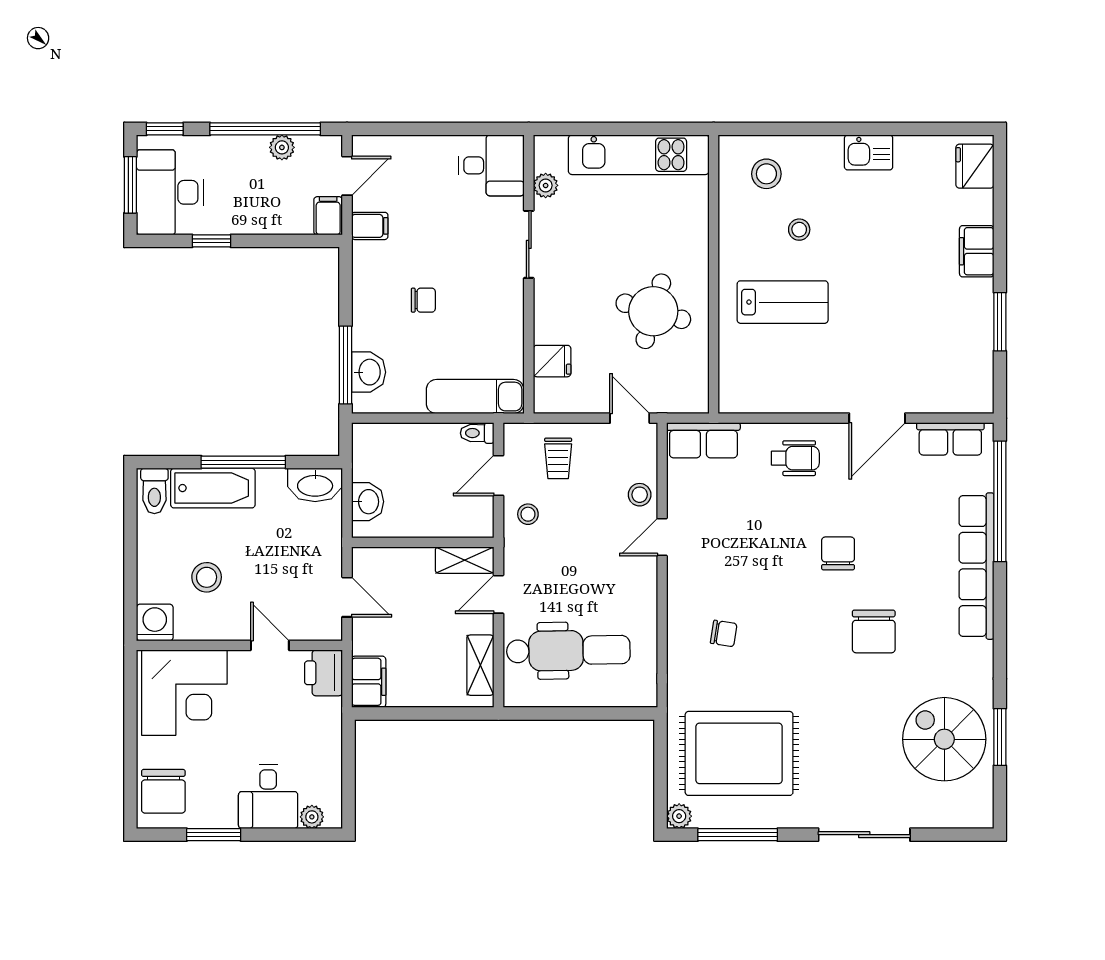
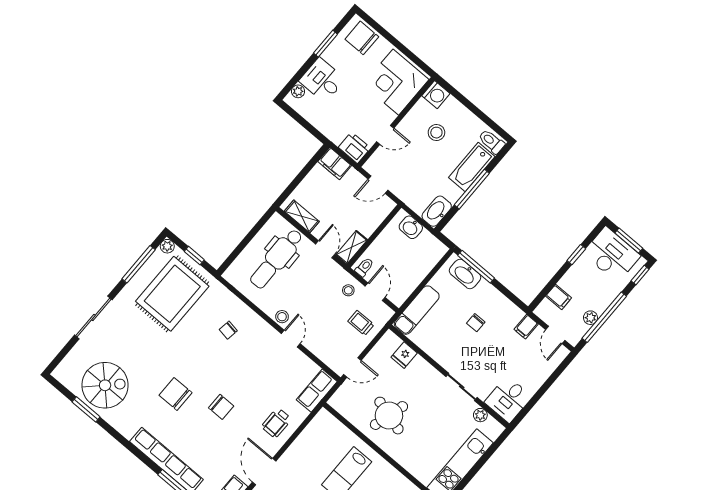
filing cabinet: (328, 216) -> (559, 297), moved
washbasin: (369, 372) -> (465, 274), width x1.38
toilet: (477, 433) -> (364, 267), moved
stool: (640, 495) -> (282, 317), moved
window: (661, 768) -> (194, 256), added

